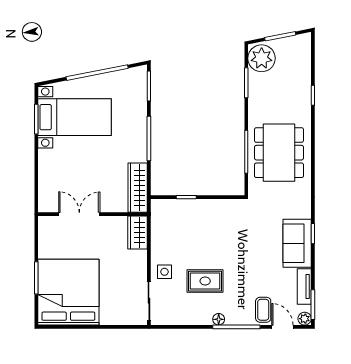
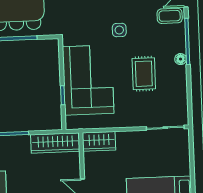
corner sofa: (201, 224) -> (88, 80), added
side table: (165, 272) -> (119, 30), moved

